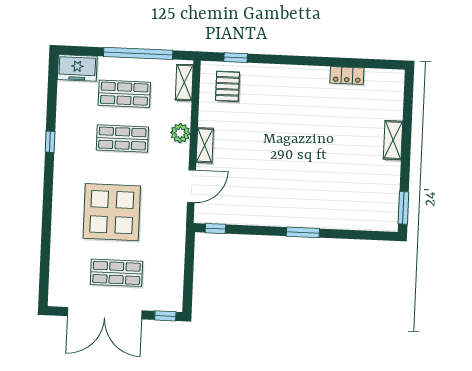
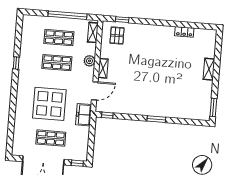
freezer: (77, 68) -> (84, 115), moved, turned 90

